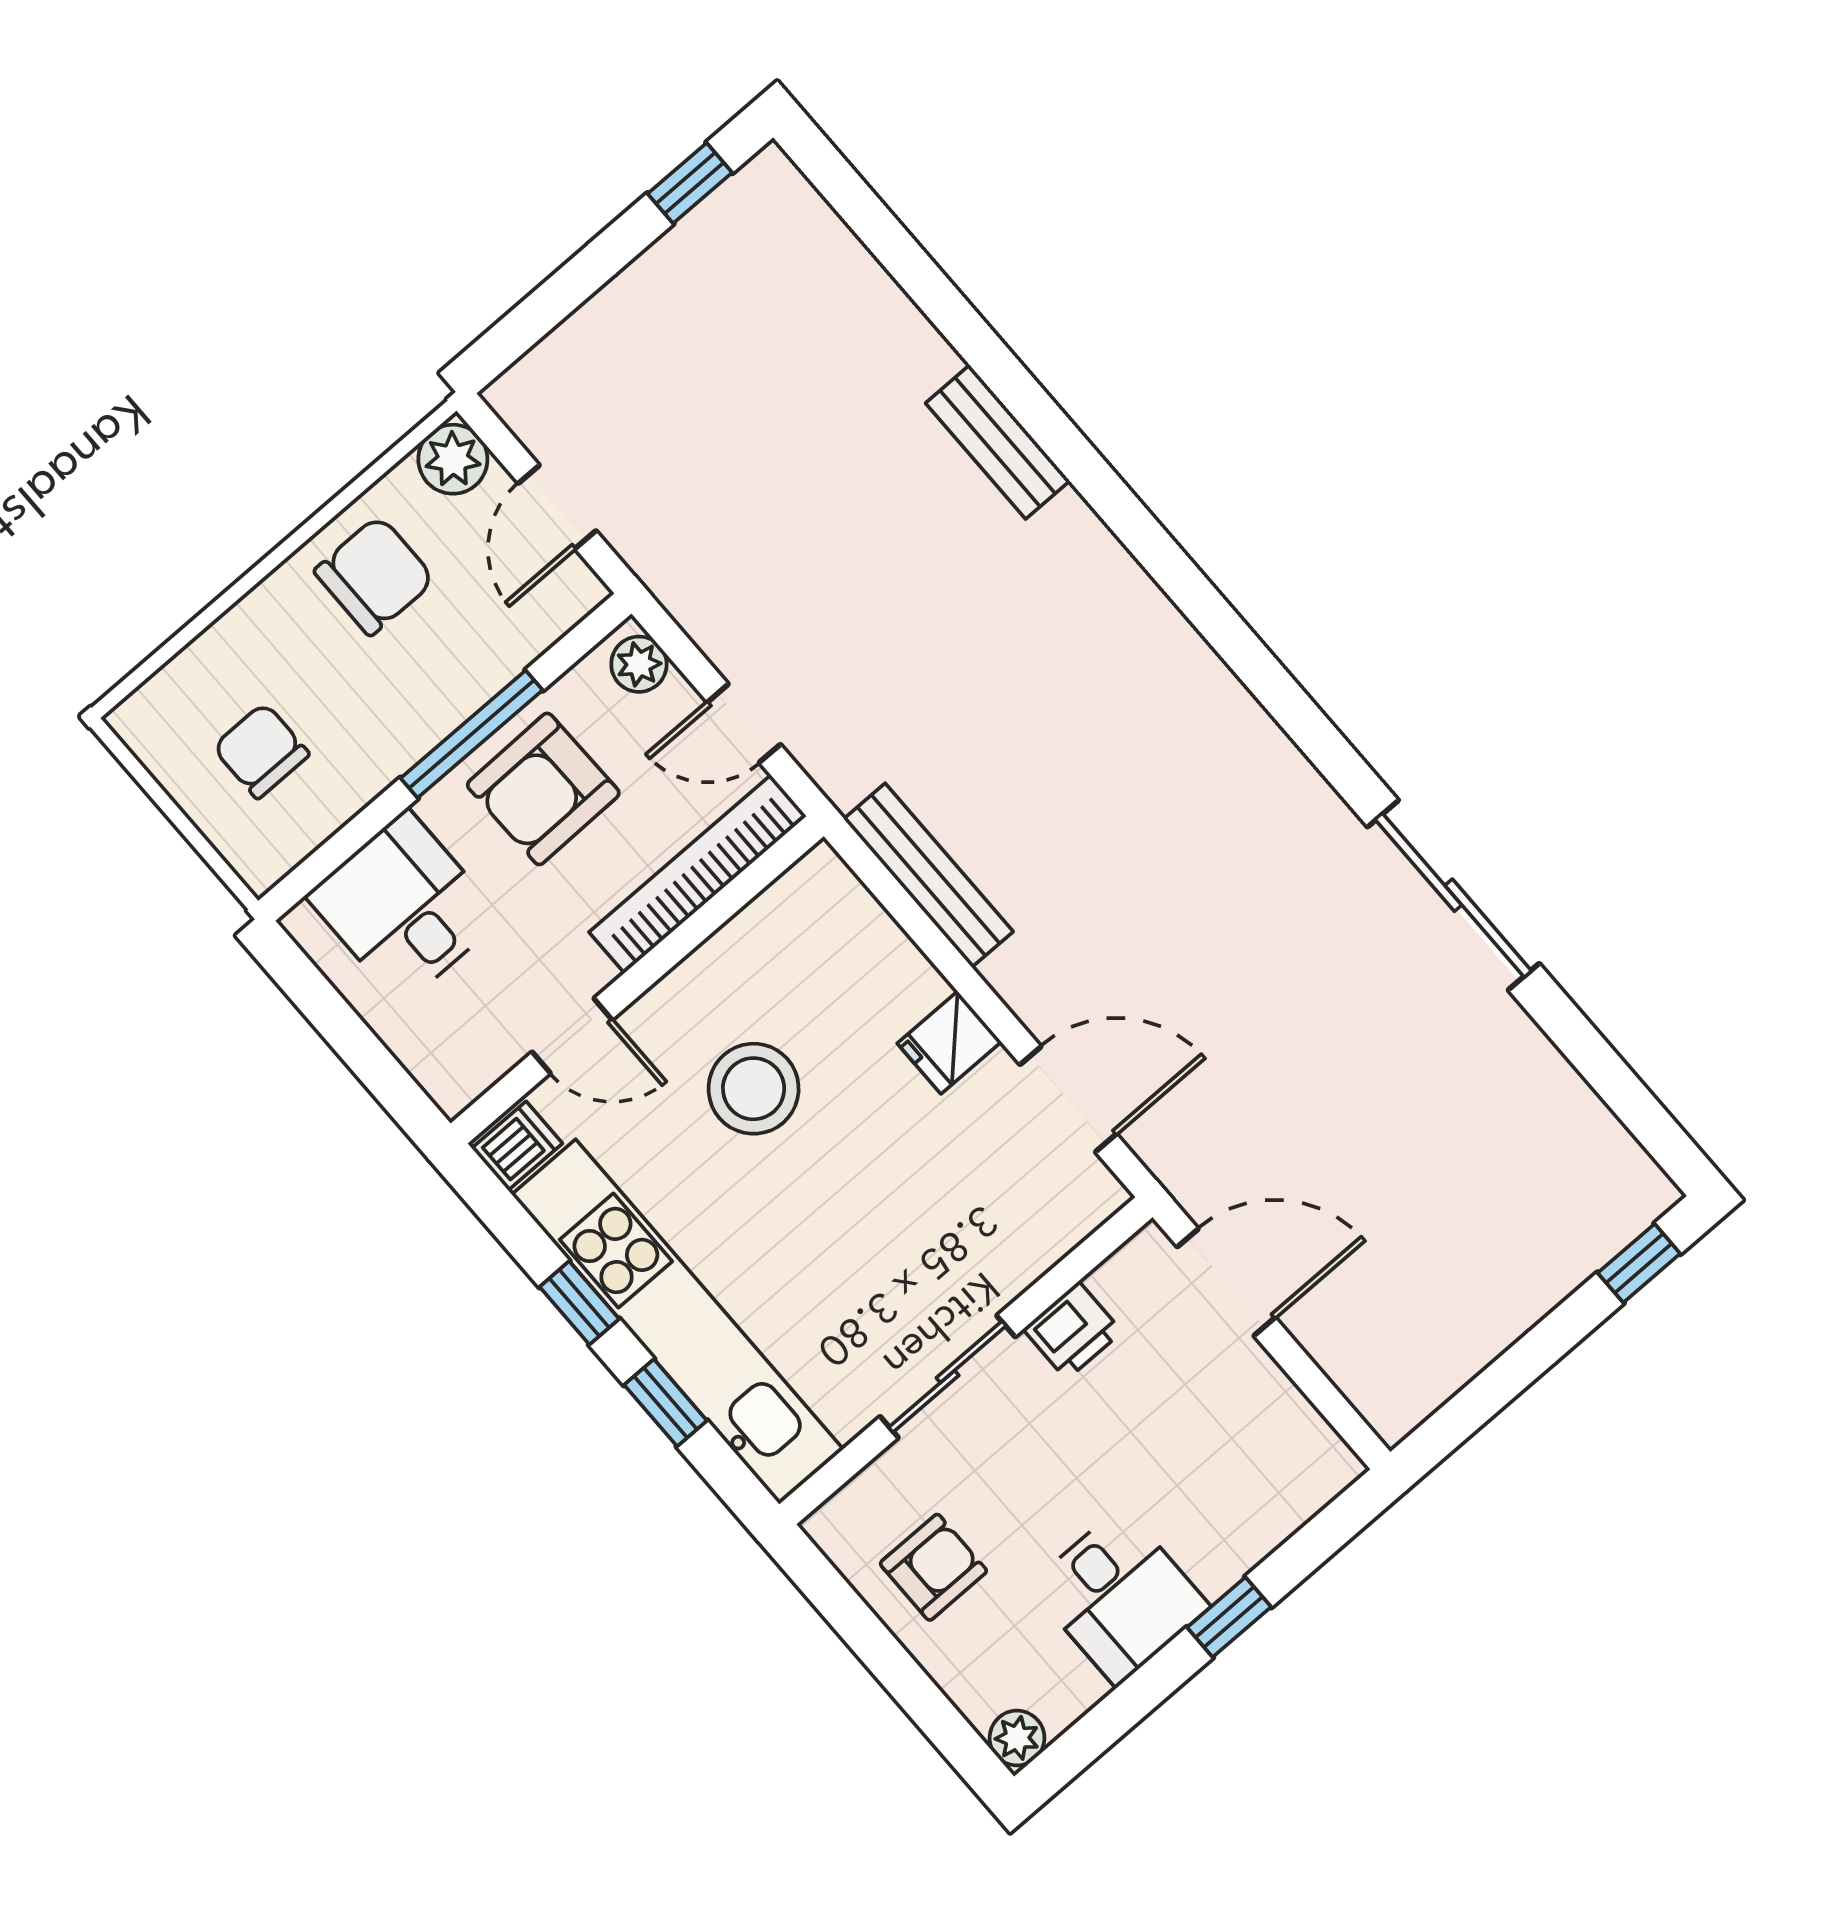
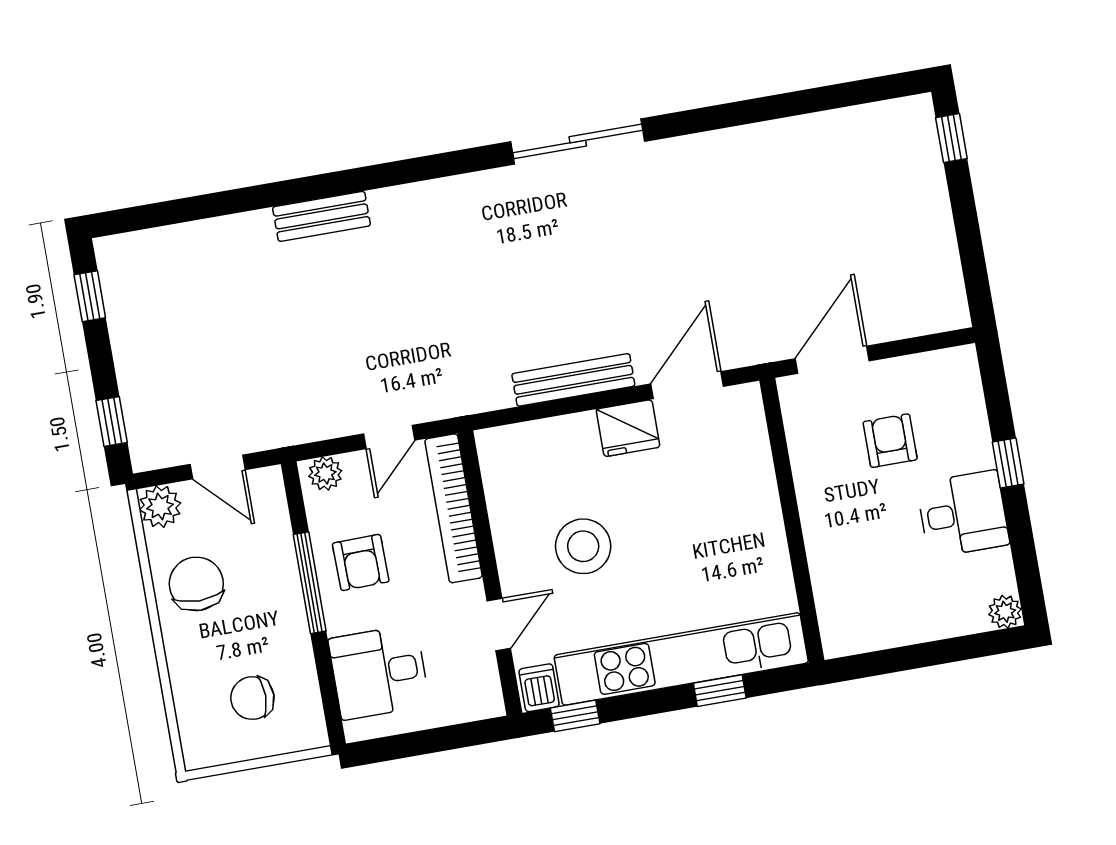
window: (532, 319) -> (112, 421), added
armchair: (543, 789) -> (361, 562), width x0.72, depth x0.72
bench: (928, 875) -> (573, 380), moved
sliding door: (1453, 895) -> (578, 141), moved
fridge: (949, 1043) -> (628, 428), width x1.38
window: (579, 1303) -> (575, 716), moved
printer: (1073, 1330) -> (809, 455), removed
sliding door: (948, 1377) -> (794, 535), removed
armchair: (933, 1567) -> (890, 441), moved

